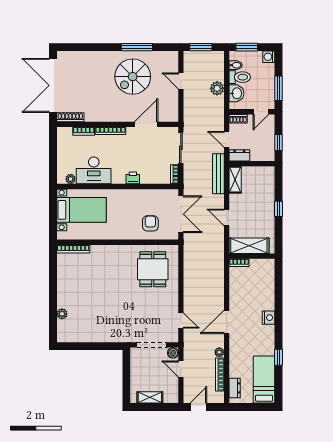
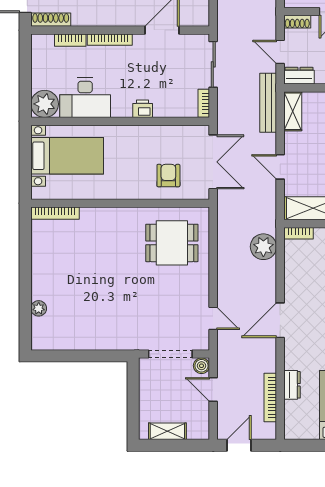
plant: (71, 179) -> (45, 104), width x1.88, depth x1.88
dining table: (153, 269) -> (172, 243), turned 90
plant: (219, 352) -> (263, 247), moved, width x1.87, depth x1.87
dresser: (235, 388) -> (292, 385), moved

